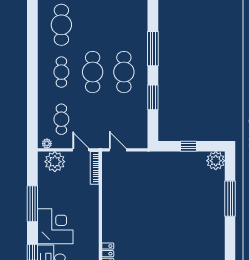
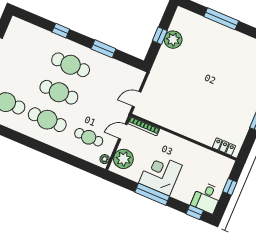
window: (153, 49) -> (61, 31), width x0.46
cafe table: (61, 72) -> (47, 120), width x1.37, depth x1.35
plant: (216, 161) -> (173, 40), moved
corner desk: (55, 226) -> (160, 174), moved

